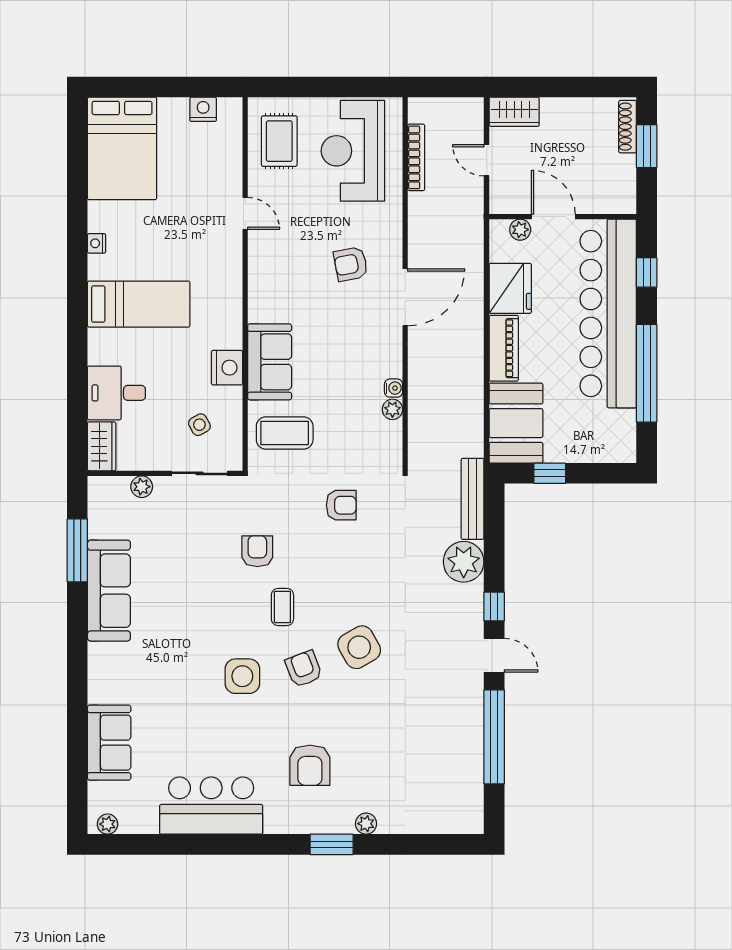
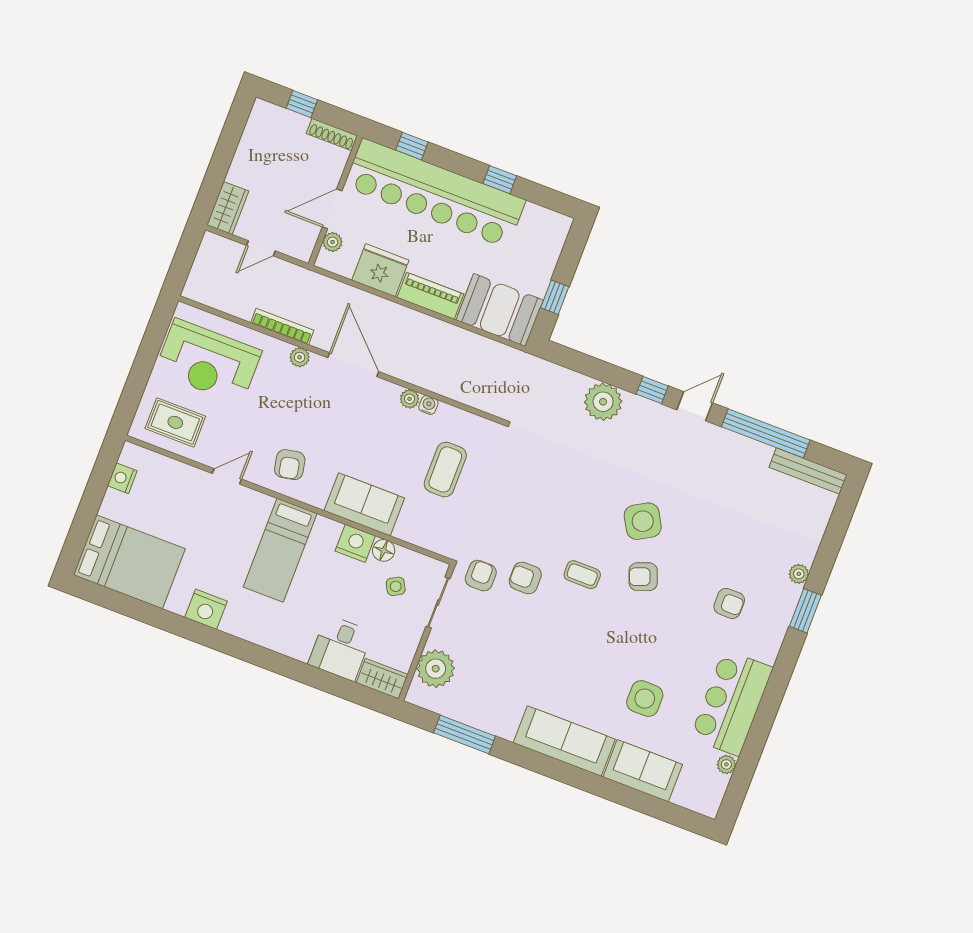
shoe rack: (628, 127) -> (332, 135), moved
window: (647, 146) -> (302, 104), width x0.67
bookcase: (416, 157) -> (282, 327), moved
plant: (392, 241) -> (300, 357), added
nightstand: (97, 243) -> (206, 609), width x1.89, depth x1.79
armchair: (351, 264) -> (290, 465), moved
bed: (139, 304) -> (280, 550), moved, turned 180
window: (647, 373) -> (500, 180), width x0.32
floor lamp: (231, 399) -> (384, 550), added
plant: (392, 409) -> (410, 399), moved
coffee table: (285, 433) -> (445, 469), moved
plant: (142, 487) -> (436, 669), width x1.87, depth x1.87
bench: (473, 499) -> (808, 471), moved
armchair: (341, 505) -> (481, 576), moved
sofa: (109, 591) -> (564, 741), moved
side table: (242, 676) -> (645, 699), moved
armchair: (310, 765) -> (729, 603), width x0.72, depth x0.72
plant: (107, 824) -> (726, 764), moved

